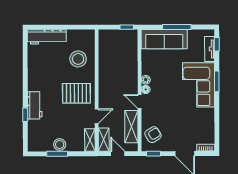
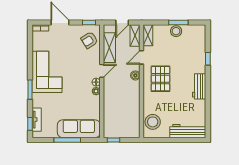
stool: (78, 59) -> (153, 122), moved
corner sofa: (199, 85) -> (47, 72), moved
pallet: (76, 93) -> (160, 79), turned 90
boiler: (103, 97) -> (135, 75), added
door: (140, 102) -> (102, 71), hinge flipped
workbench: (35, 105) -> (199, 86), moved
door: (118, 154) -> (122, 23), hinge flipped

